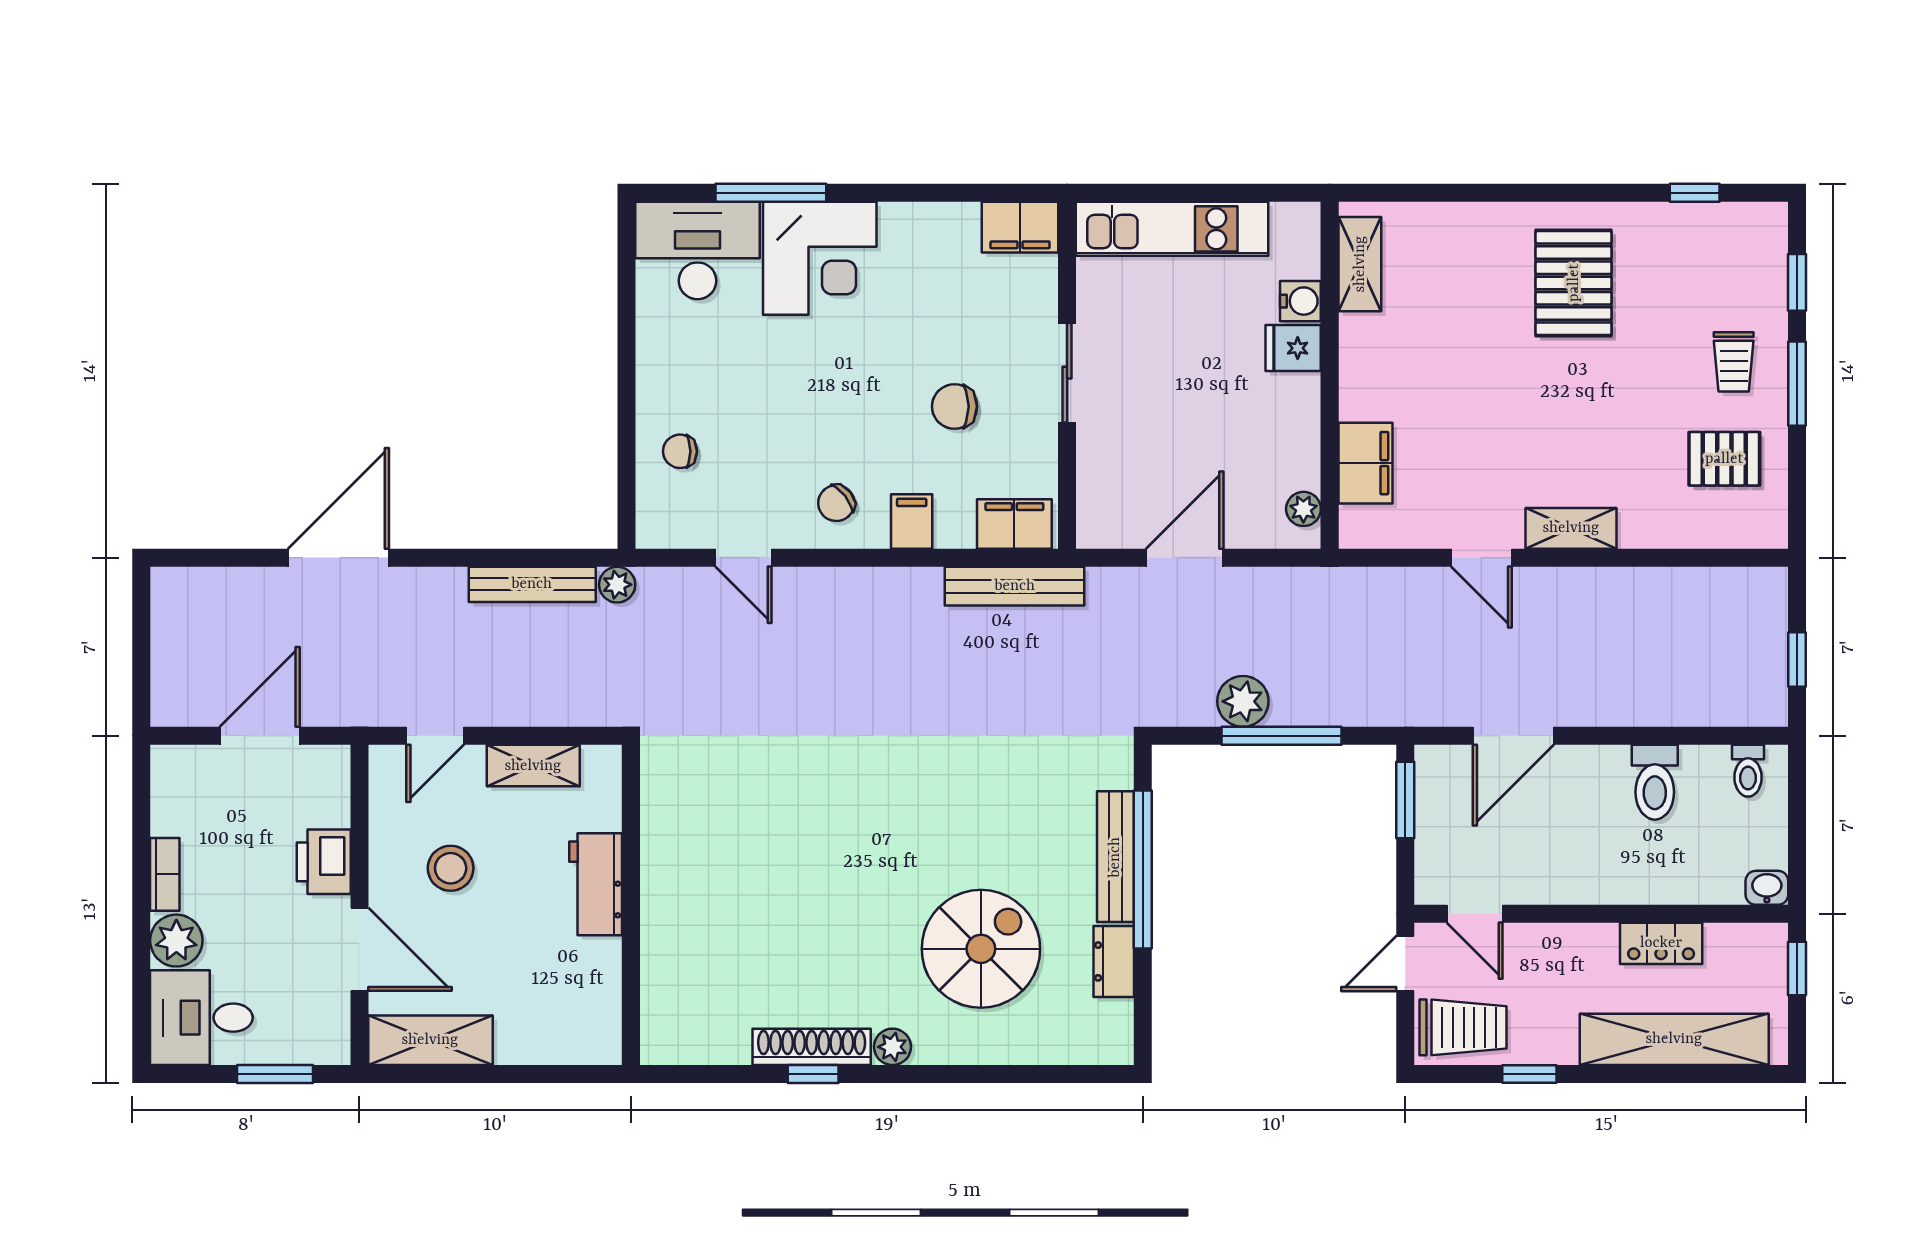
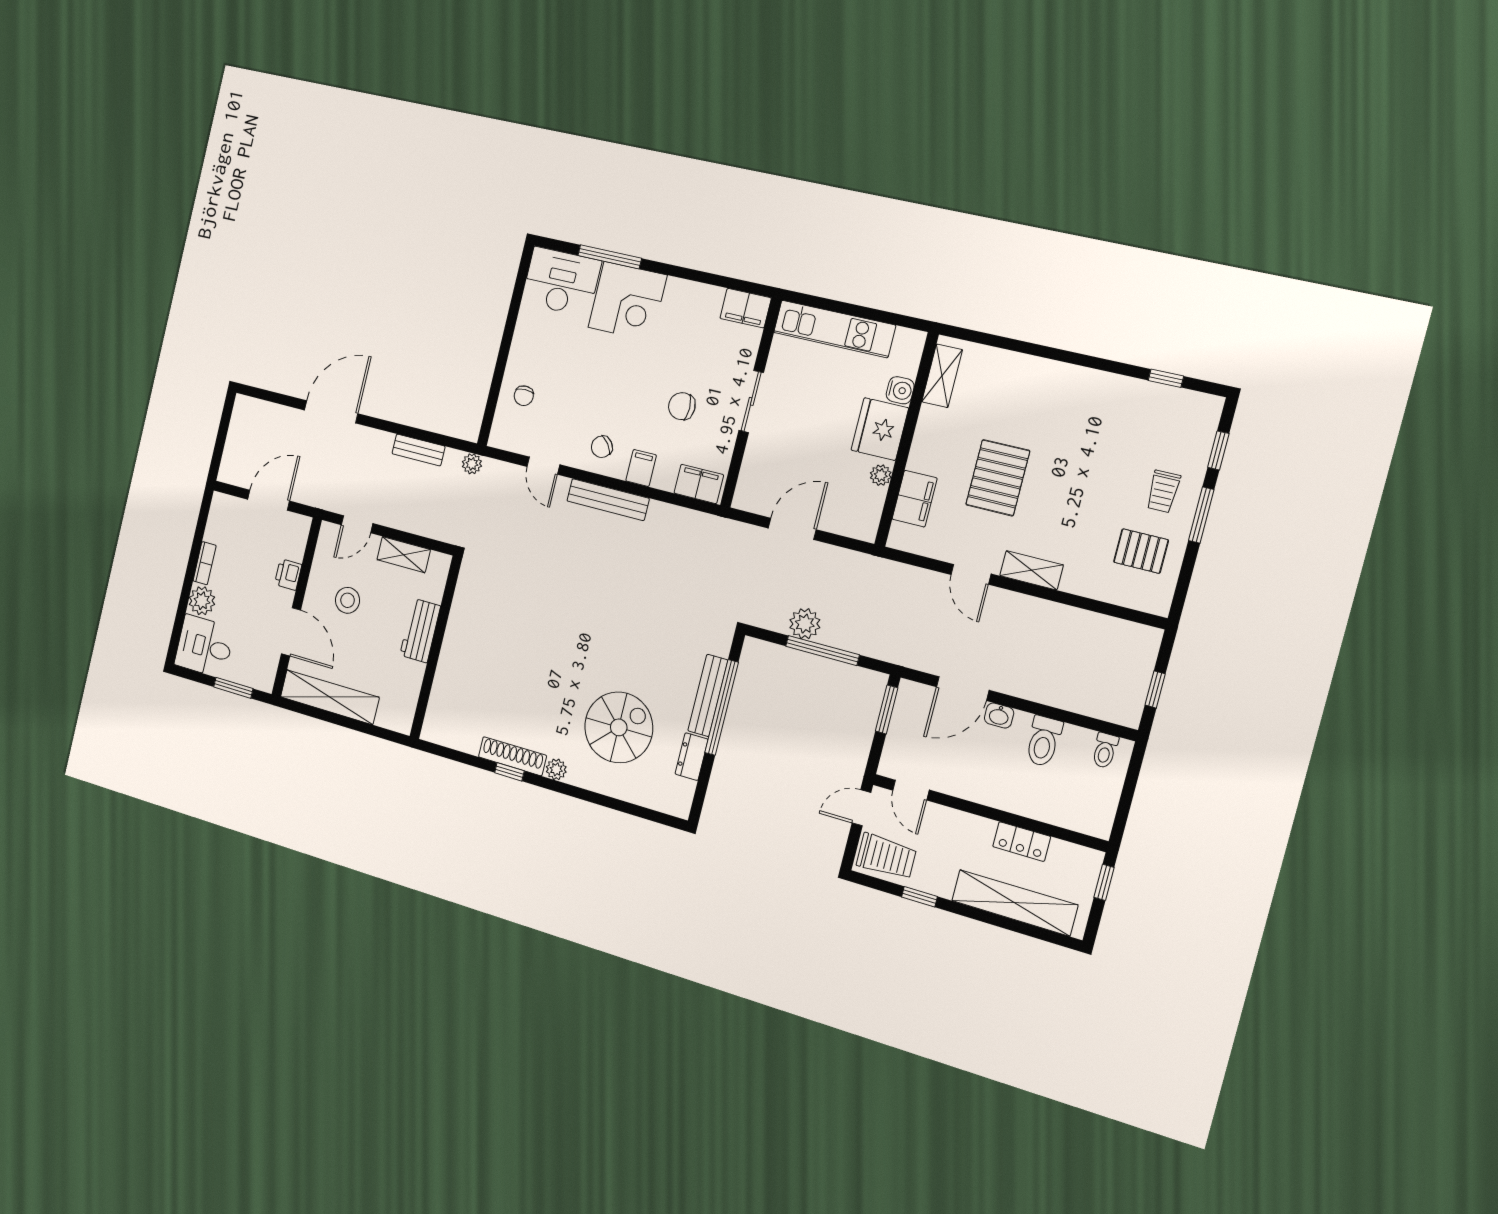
pallet: (1574, 283) -> (998, 478), moved
fridge: (1293, 348) -> (880, 429), width x1.88, depth x1.34
chair: (680, 451) -> (524, 396), turned -90
plant: (1303, 509) -> (881, 475), moved
bench: (532, 584) -> (418, 450), width x0.73
bench: (1015, 586) -> (608, 500), moved
printer: (324, 862) -> (288, 574), width x0.73, depth x0.81
washbasin: (1767, 888) -> (999, 716), moved, turned 180
shelving: (430, 1040) -> (330, 697), width x1.47

